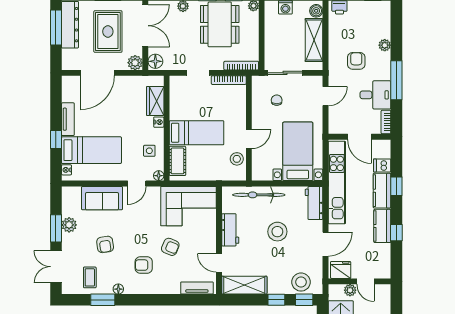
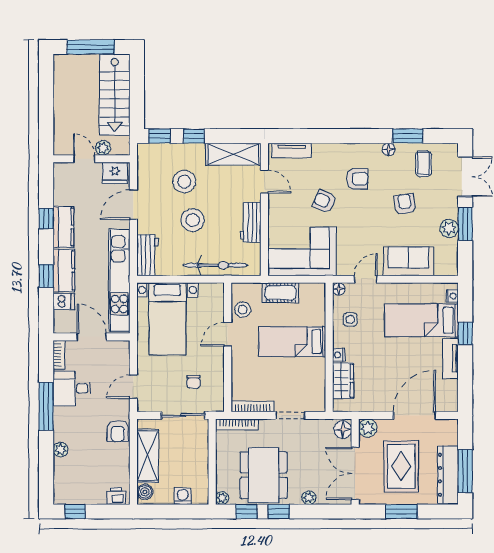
armchair: (356, 61) -> (118, 431), moved
cot: (177, 161) -> (281, 293), moved, turned 90
stool: (301, 282) -> (184, 182), moved

